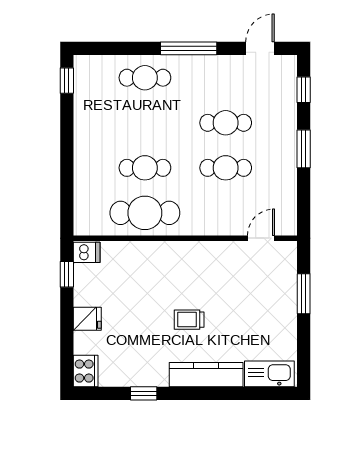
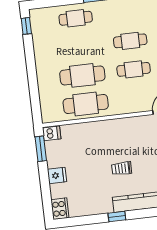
cafe table: (145, 168) -> (82, 75), width x1.37, depth x1.35
window: (67, 274) -> (41, 149), width x1.50
window: (144, 393) -> (117, 216), moved

